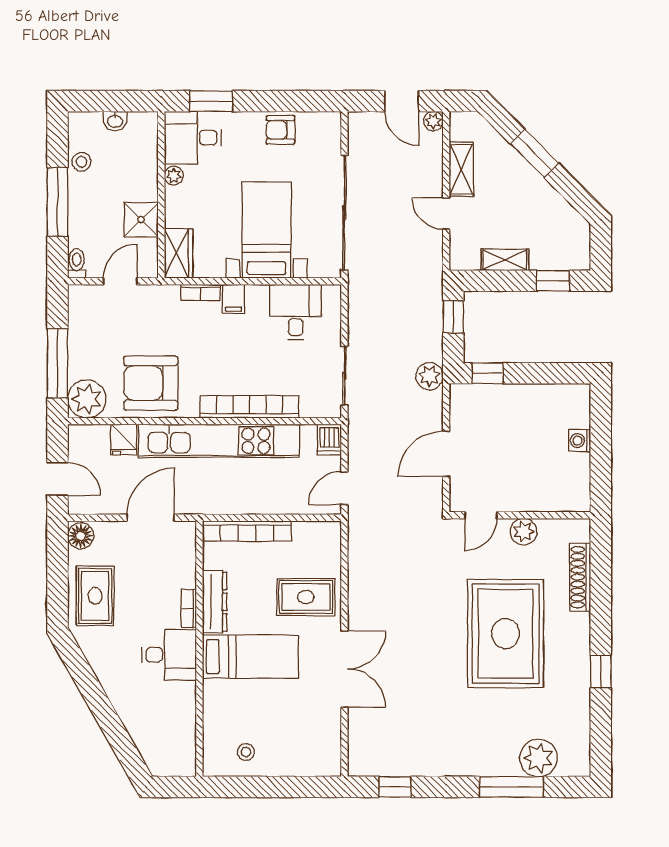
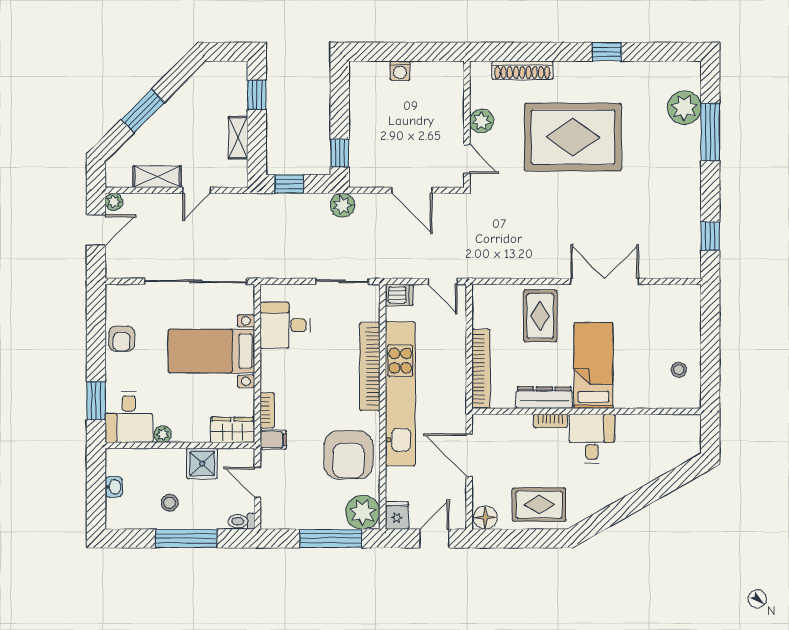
stool: (81, 162) -> (170, 503), moved
filing cabinet: (234, 299) -> (273, 440), moved
fridge: (124, 440) -> (397, 515), moved, turned -90

